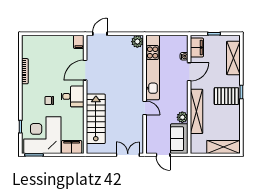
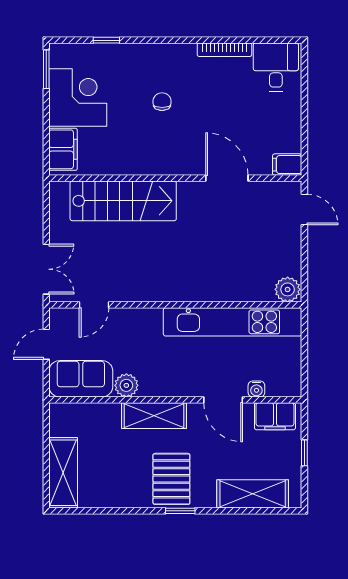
desk: (72, 96) -> (276, 67), moved, turned 180
door: (145, 108) -> (94, 305), moved
shelving: (197, 111) -> (154, 416), width x0.68
corner desk: (42, 135) -> (78, 97), width x0.74, depth x0.74

